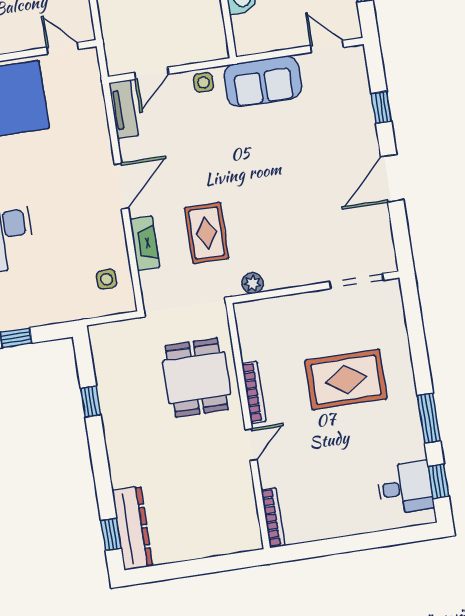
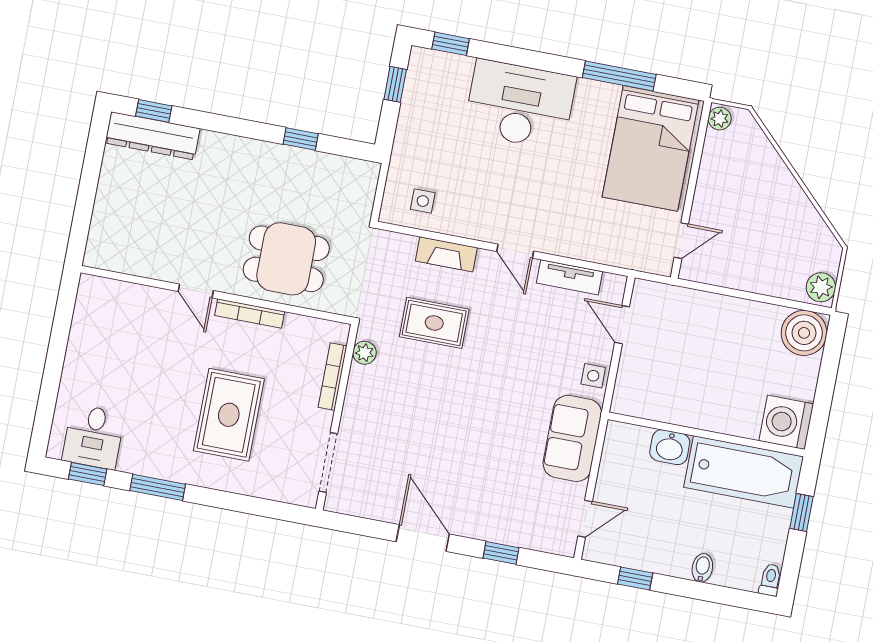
tv unit: (124, 109) -> (569, 277), moved
door: (121, 186) -> (515, 251), width x0.73
bookcase: (273, 518) -> (333, 377), moved, turned 90

